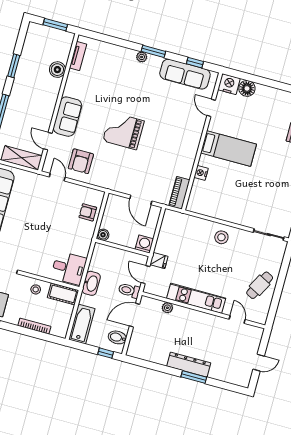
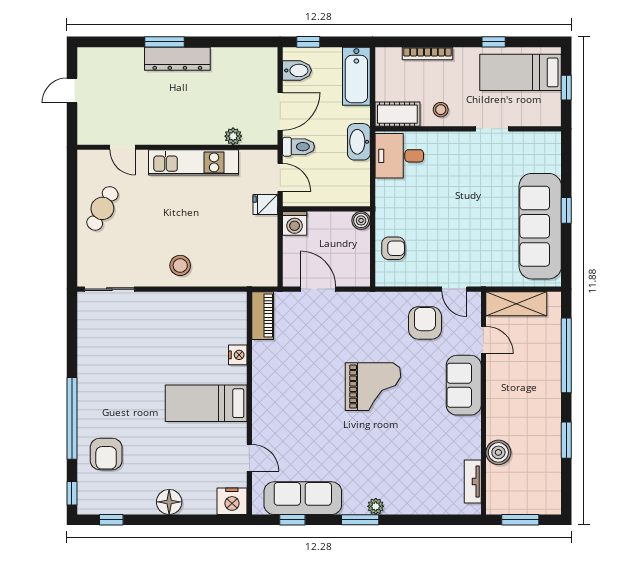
floor lamp: (247, 88) -> (169, 502), moved

